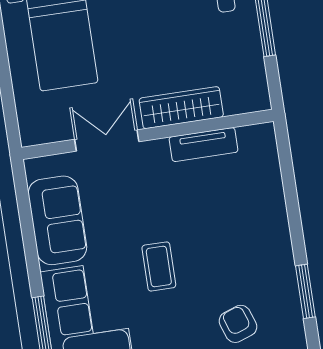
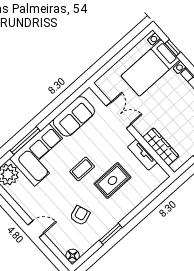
wardrobe: (181, 108) -> (161, 147), moved
rug: (214, 227) -> (113, 181), added

